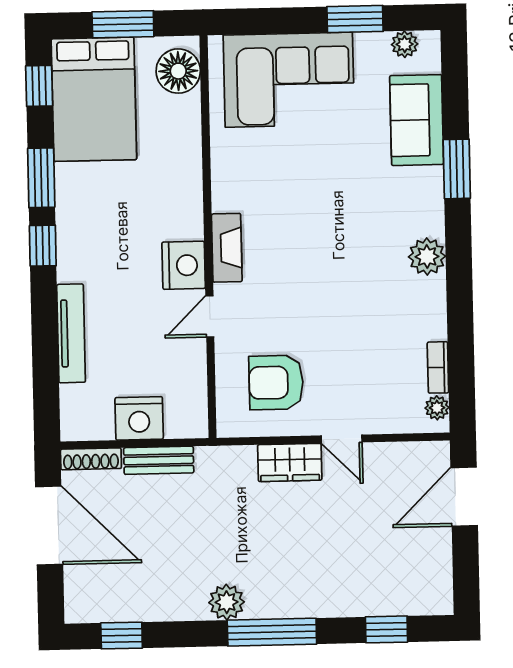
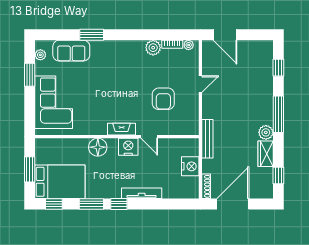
floor lamp: (178, 71) -> (98, 147), moved
plant: (427, 257) -> (153, 48), moved
tv unit: (71, 333) -> (142, 193), moved
armchair: (276, 382) -> (163, 99), moved
bench: (159, 460) -> (207, 139), moved, width x1.36
wardrobe: (290, 462) -> (266, 154), moved, turned 180

